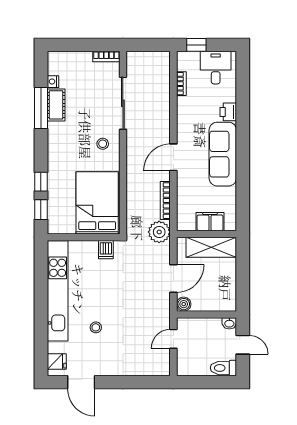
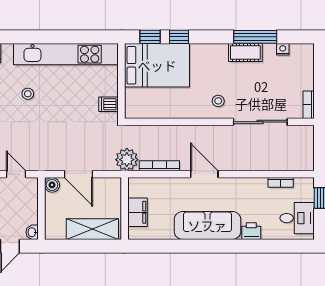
cot: (56, 105) -> (245, 53), moved
bed: (97, 203) -> (157, 65), moved
shelving: (211, 247) -> (92, 229), moved, turned 90

